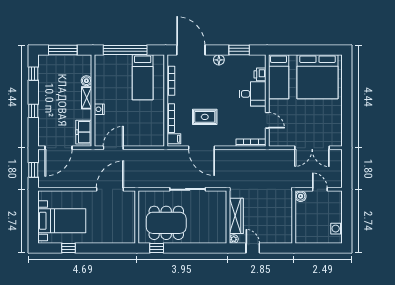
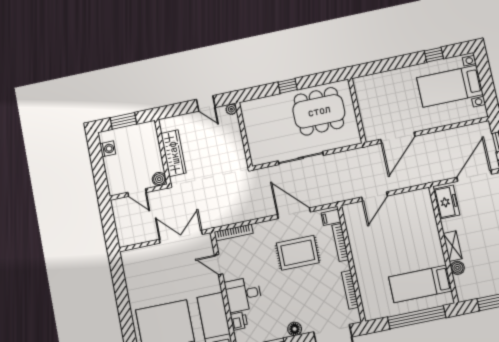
bed: (143, 77) -> (420, 284), moved, turned -90
nightstand: (99, 109) -> (433, 235), removed
rug: (205, 117) -> (298, 253), width x1.36, depth x1.43
door: (113, 148) -> (375, 196), moved
double door: (312, 148) -> (181, 237), moved
wardrobe: (236, 216) -> (174, 153), moved, turned 180
window: (157, 248) -> (288, 86), moved
window: (320, 248) -> (123, 121), added

